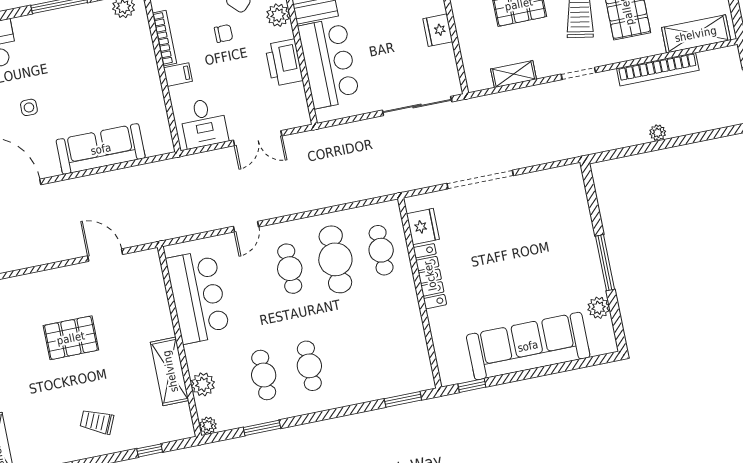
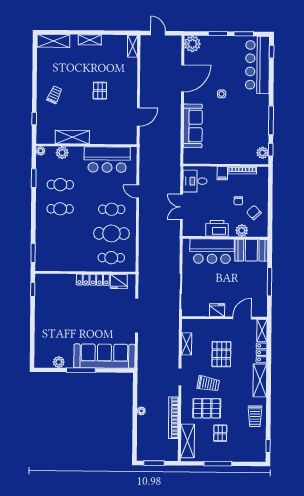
pallet: (71, 338) -> (100, 91), width x0.67, depth x0.71
sofa: (528, 346) -> (104, 356), moved, turned -90

